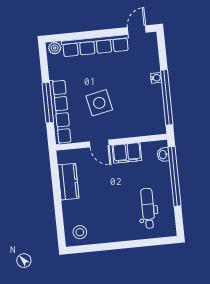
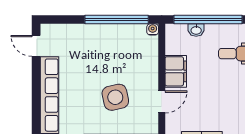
water cooler: (156, 78) -> (153, 29), moved
washbasin: (163, 155) -> (196, 30), moved

